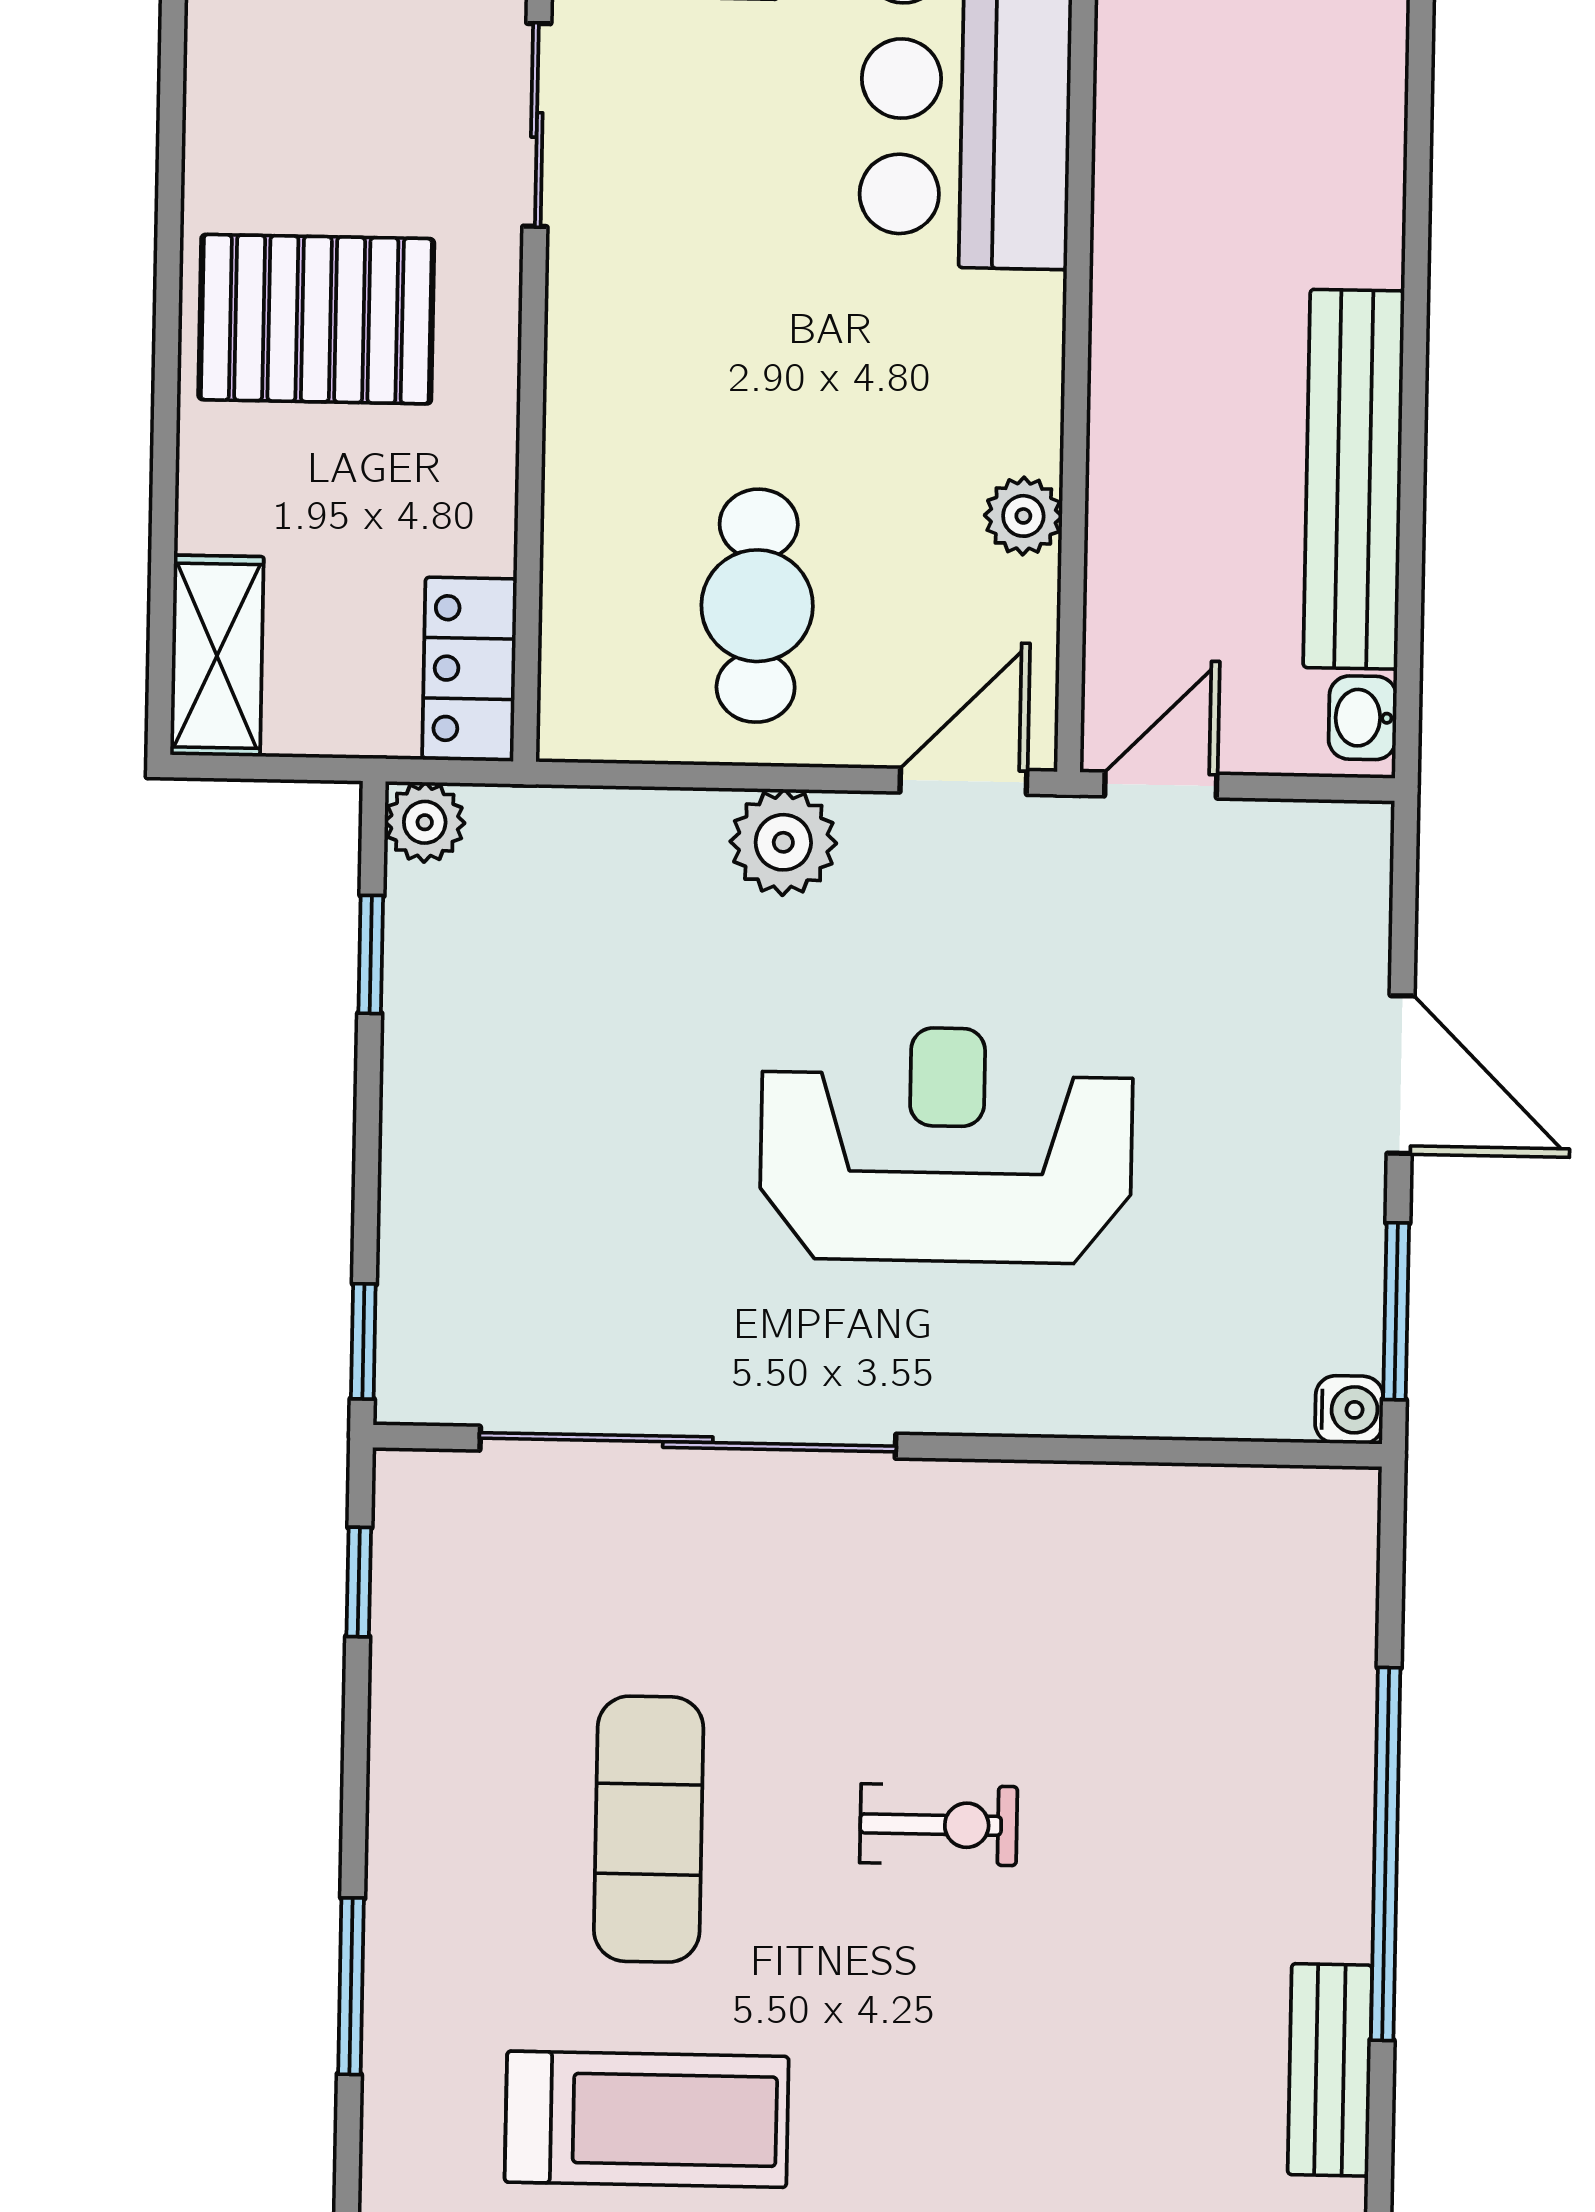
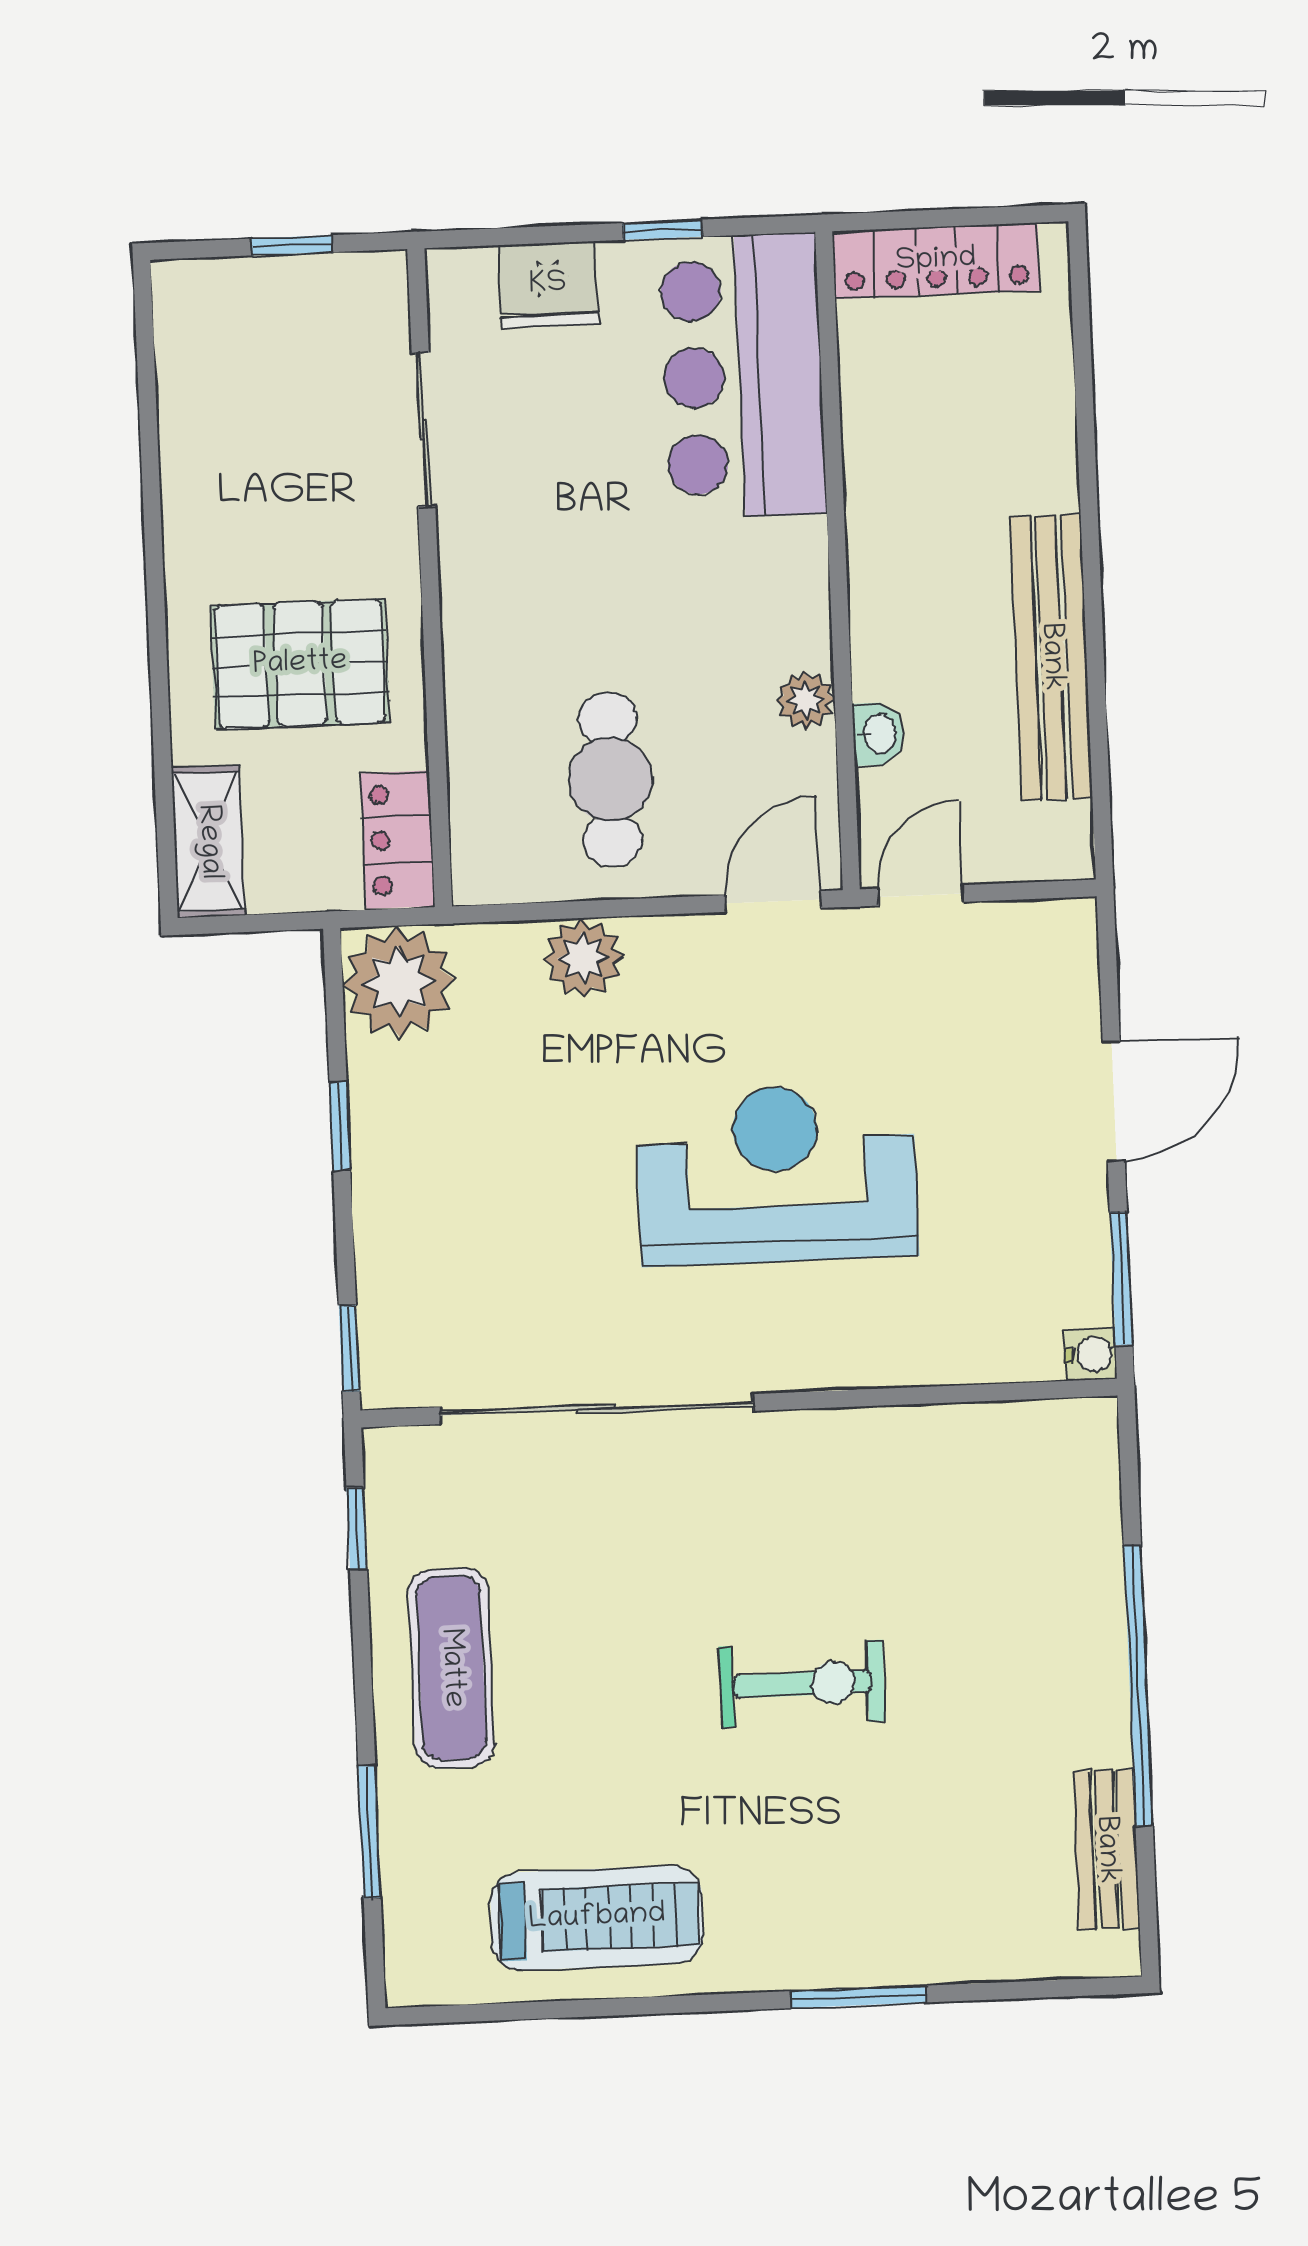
pallet: (316, 319) -> (300, 664), moved
washbasin: (1363, 718) -> (878, 734), moved, turned 180
plant: (425, 822) -> (399, 982), width x1.87, depth x1.87
plant: (783, 842) -> (583, 958), moved
window: (371, 954) -> (340, 1126), moved
door: (1401, 1075) -> (1114, 1101), hinge flipped
exercise bike: (939, 1825) -> (802, 1684), width x1.38, depth x1.39
exercise mat: (649, 1829) -> (451, 1668), moved

